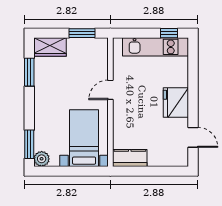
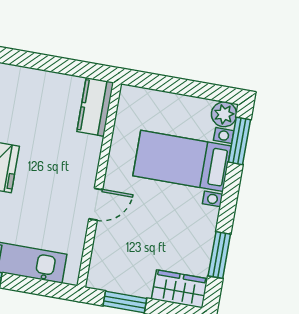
bed with nightstands: (84, 138) -> (182, 161), moved, turned 90
kitchen counter: (130, 158) -> (95, 107), moved, turned 90

